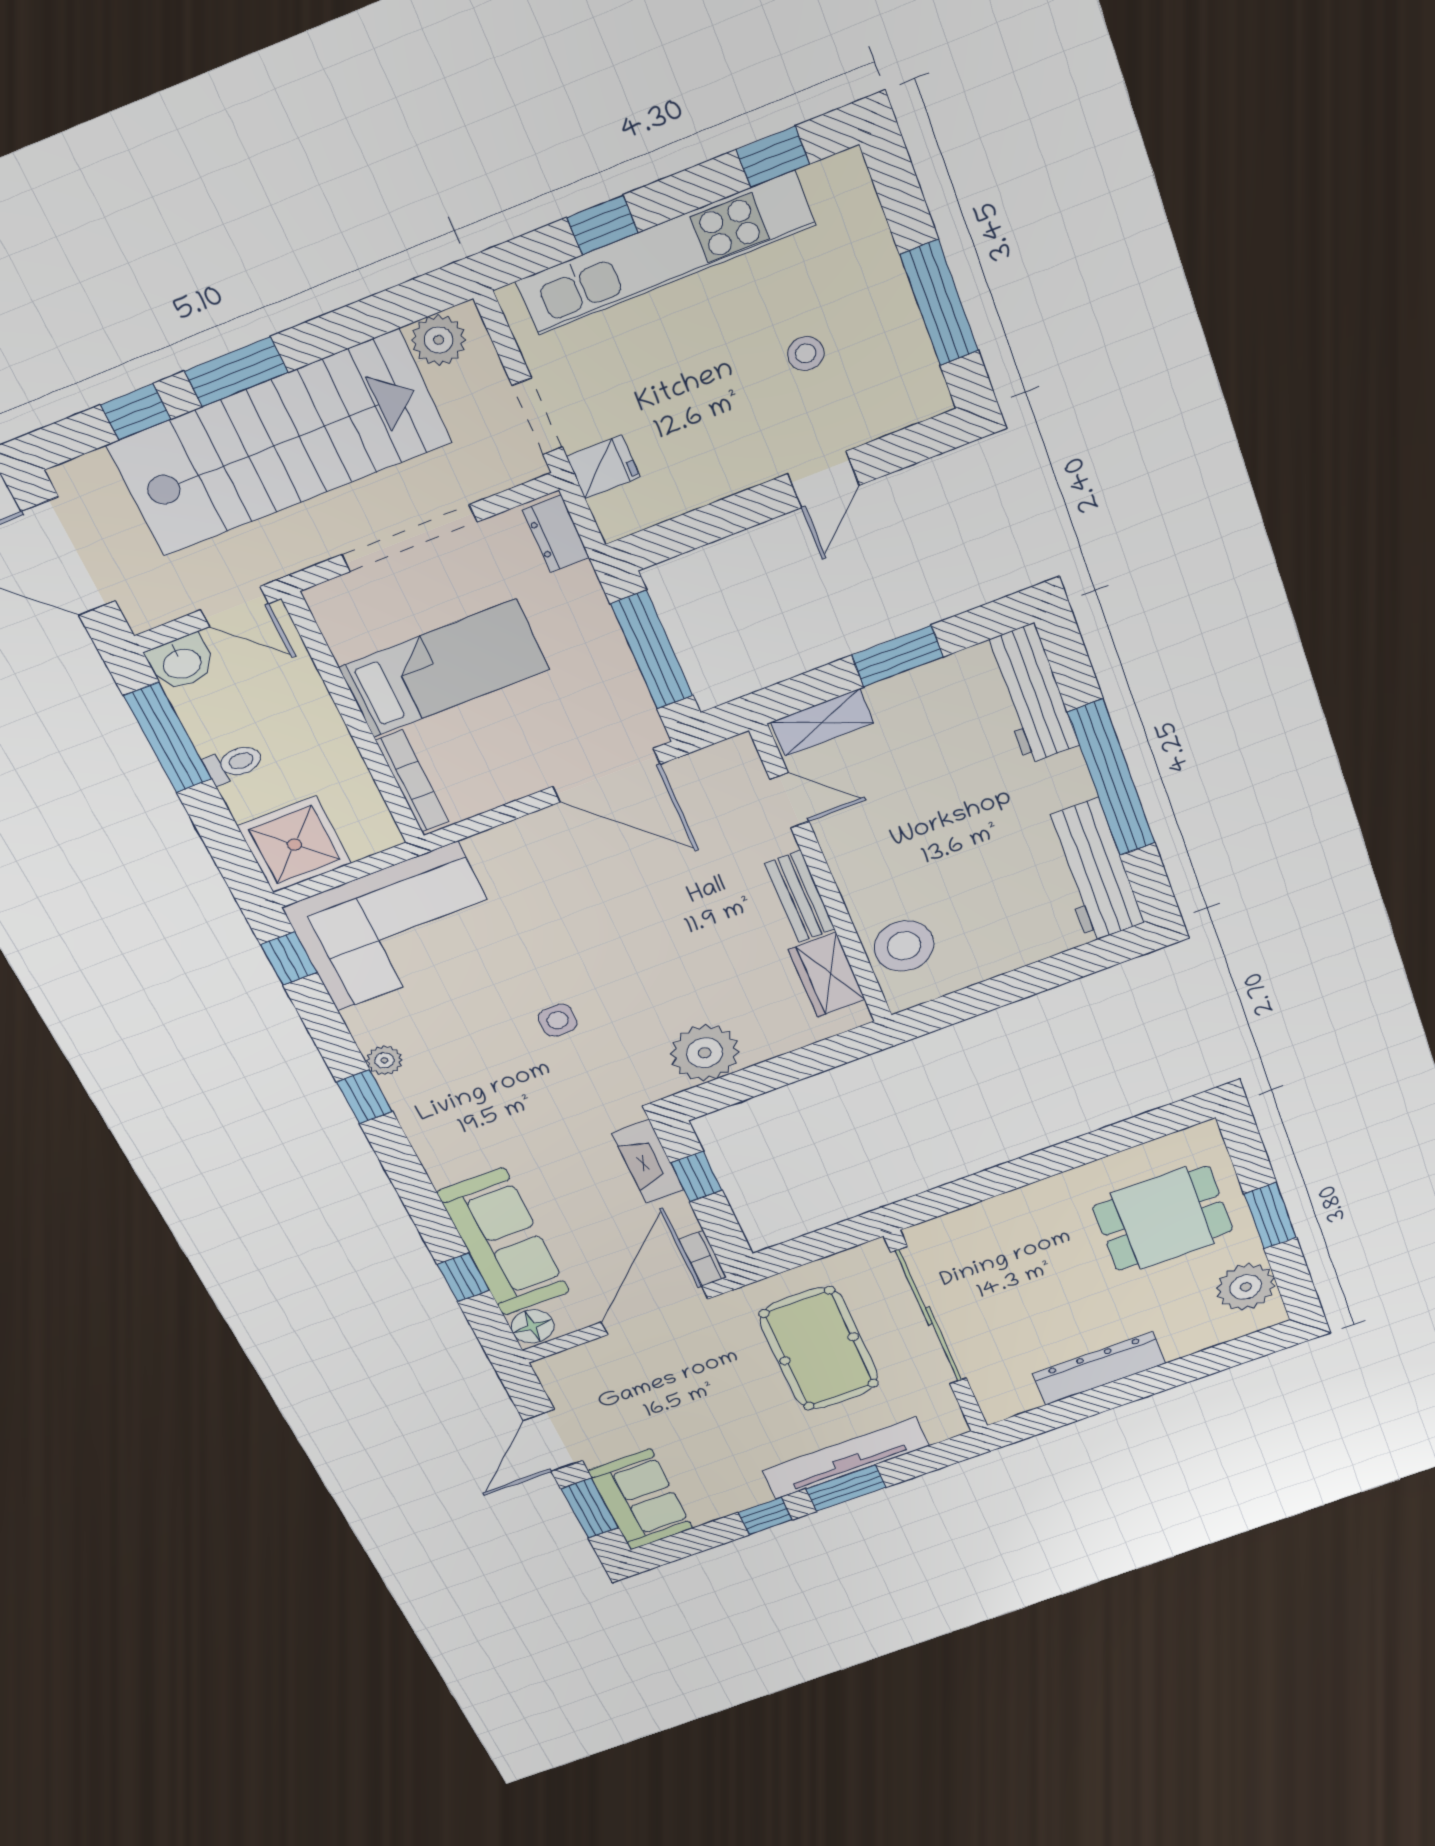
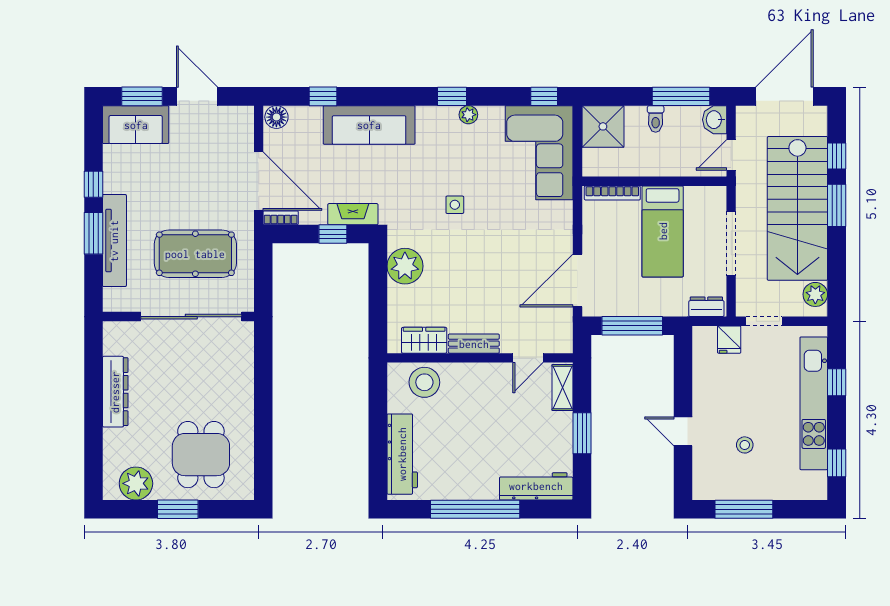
workbench: (1093, 871) -> (402, 454), moved, turned 90
sofa: (504, 1242) -> (369, 125), moved

